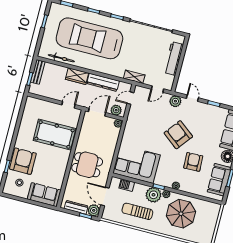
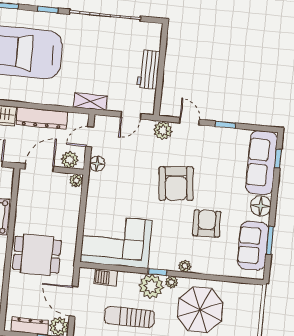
workbench: (174, 59) -> (149, 69), width x0.73
floor lamp: (132, 115) -> (97, 164), added
armchair: (178, 135) -> (176, 184), turned -134

